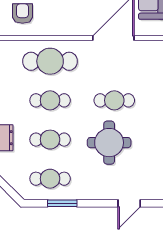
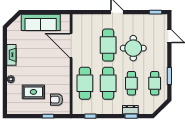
cafe table: (50, 100) -> (108, 83), width x1.37, depth x1.35
cafe table: (114, 100) -> (108, 45), width x1.37, depth x1.35

